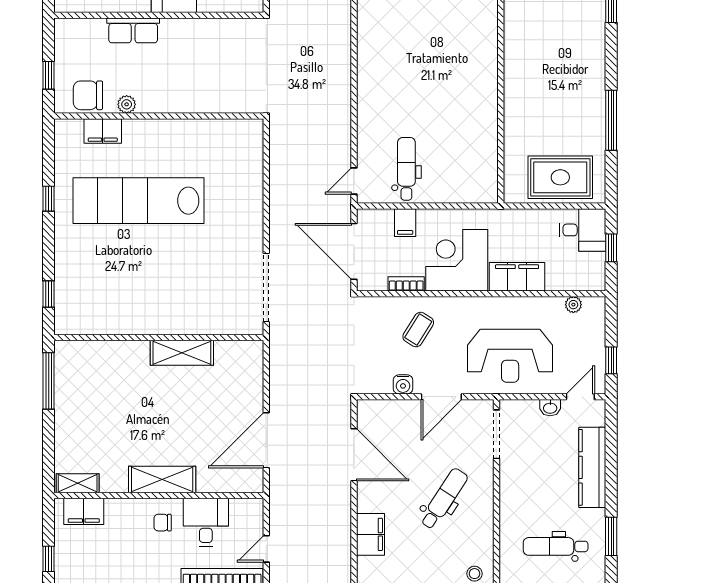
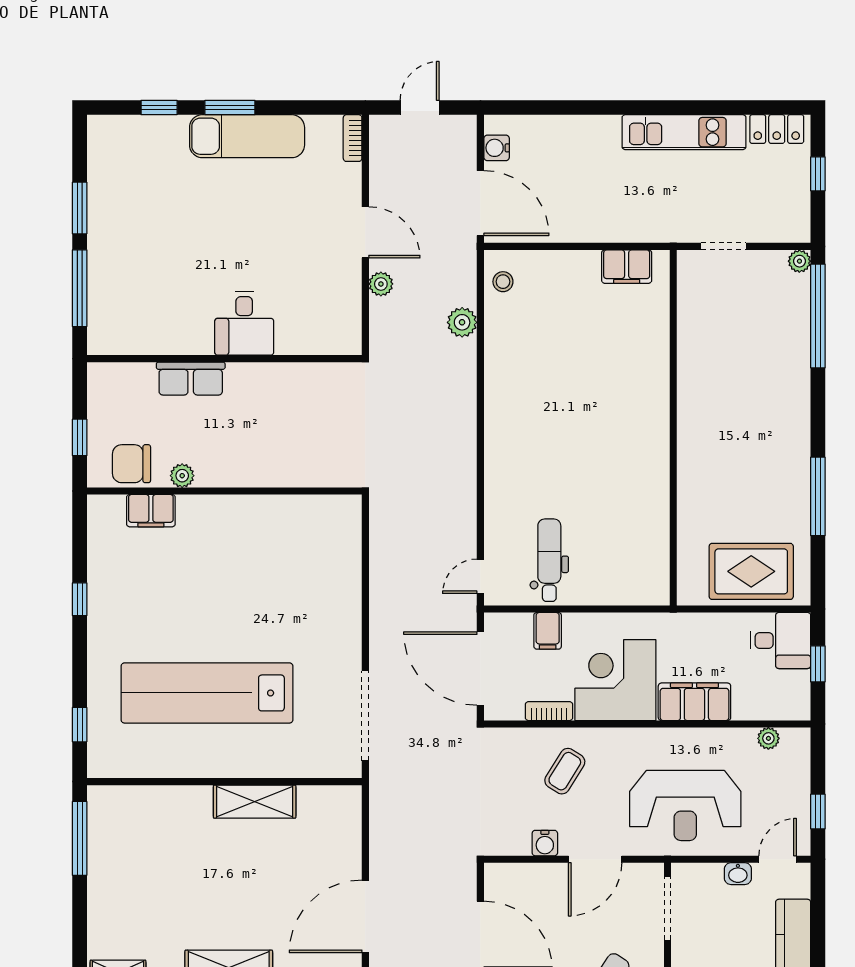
lab bench: (139, 201) -> (207, 693), moved

